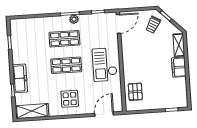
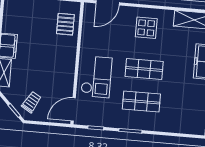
plant: (74, 19) -> (126, 123), removed
checkout: (105, 65) -> (96, 77), moved

